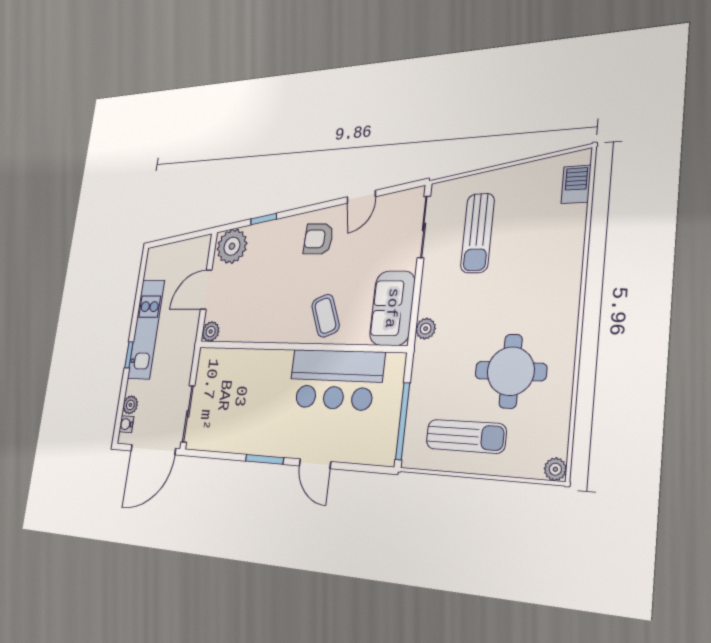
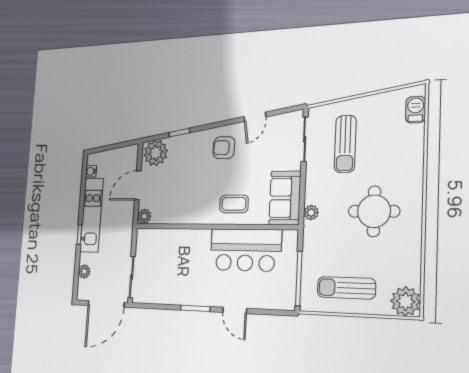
coffee table: (325, 316) -> (234, 204), turned -68
round table: (511, 371) -> (374, 211), moved
water cooler: (126, 424) -> (91, 171), moved
sun lounger: (466, 436) -> (346, 288), turned 180
plant: (555, 469) -> (406, 301), width x1.88, depth x1.88

